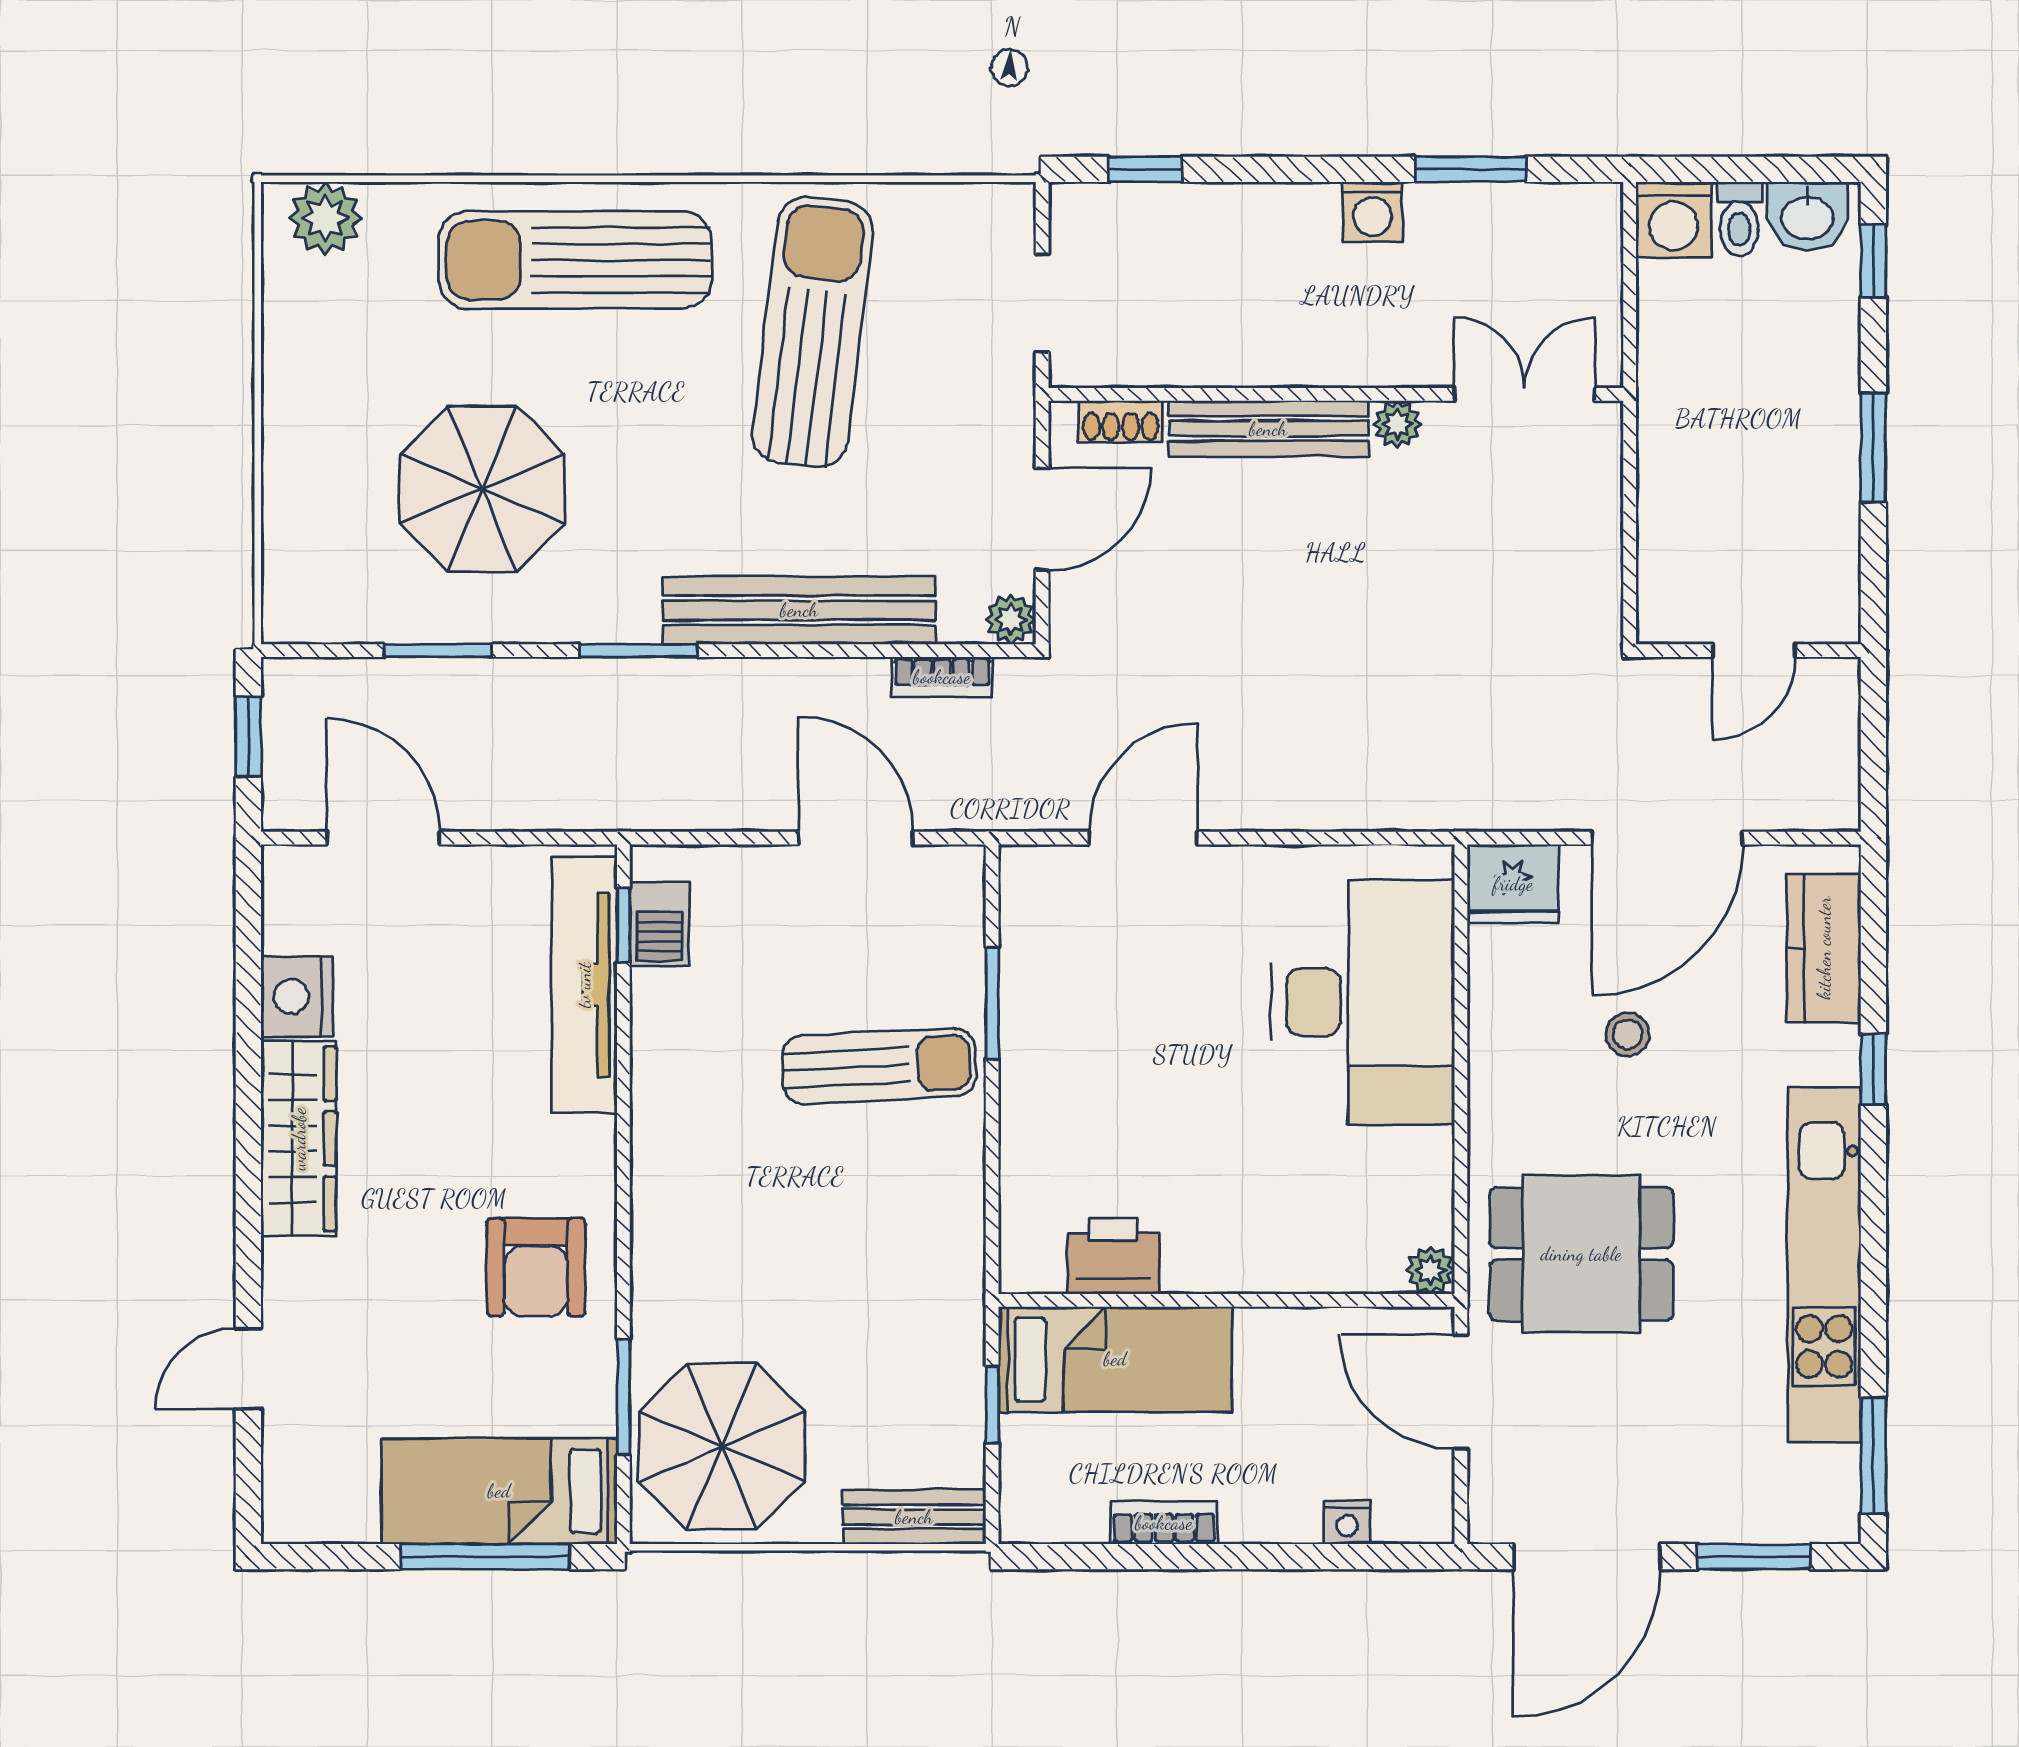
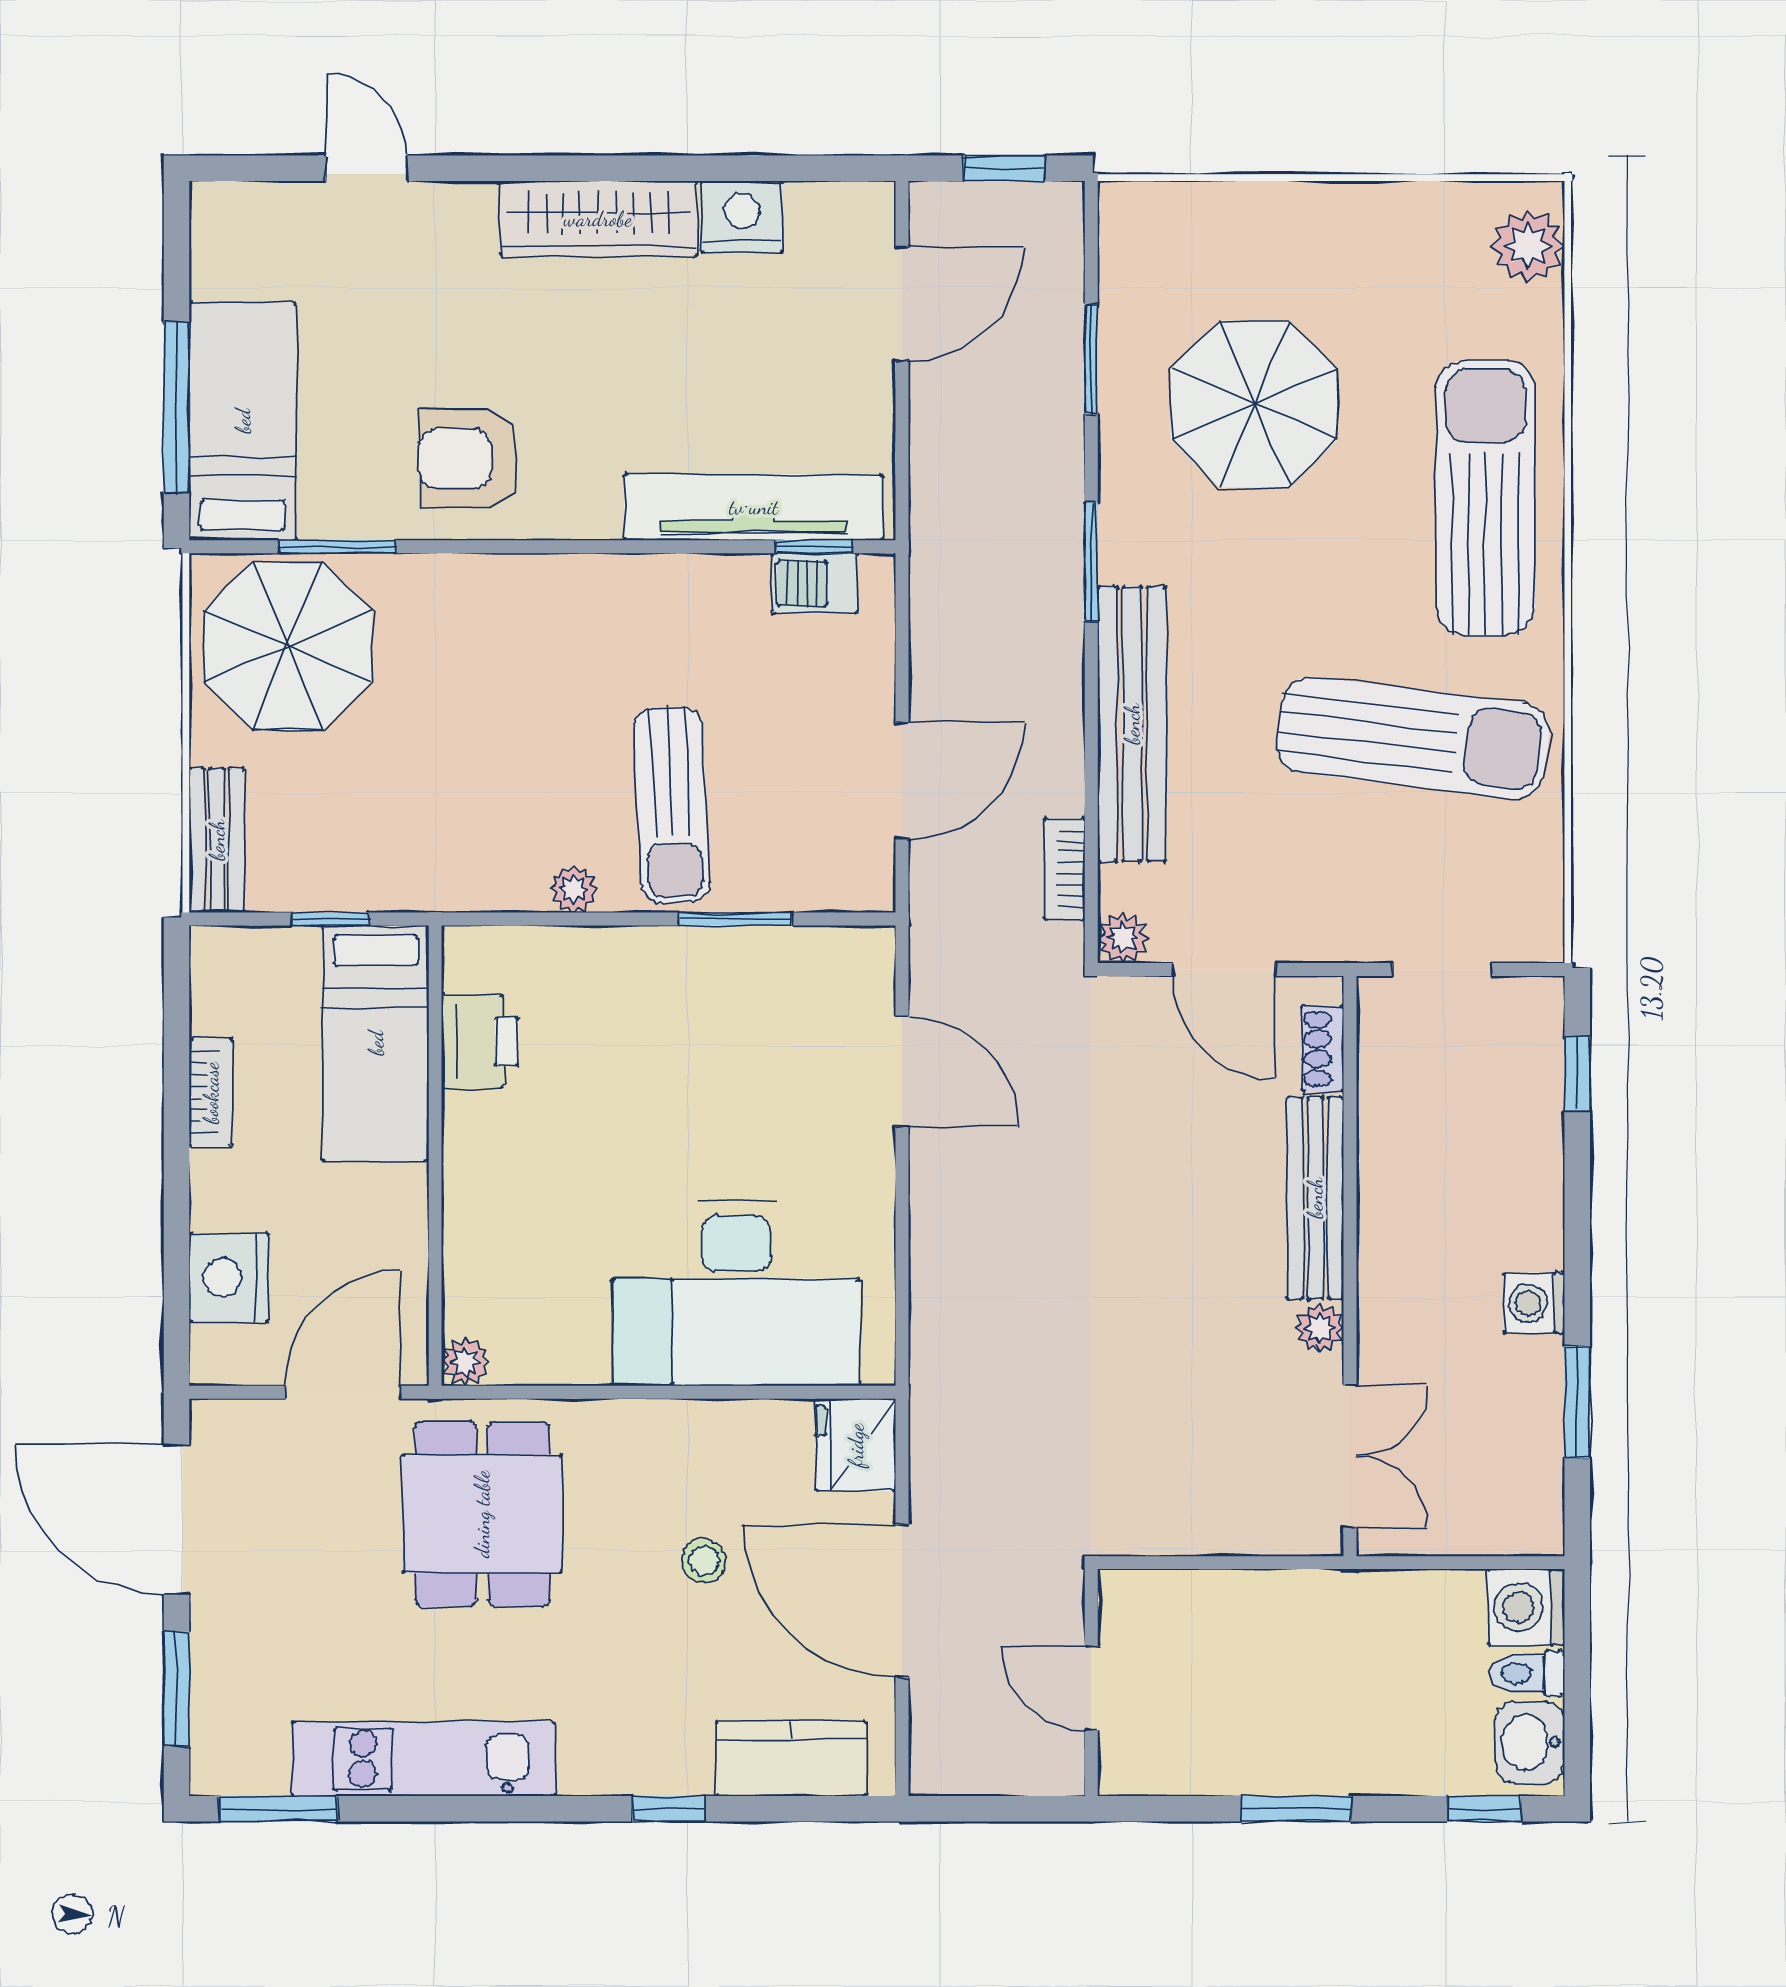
plant: (963, 1164) -> (573, 889), added
kitchen unit: (1824, 1265) -> (423, 1759), width x0.73
nightstand: (1347, 1522) -> (229, 1277), width x1.89, depth x1.79

